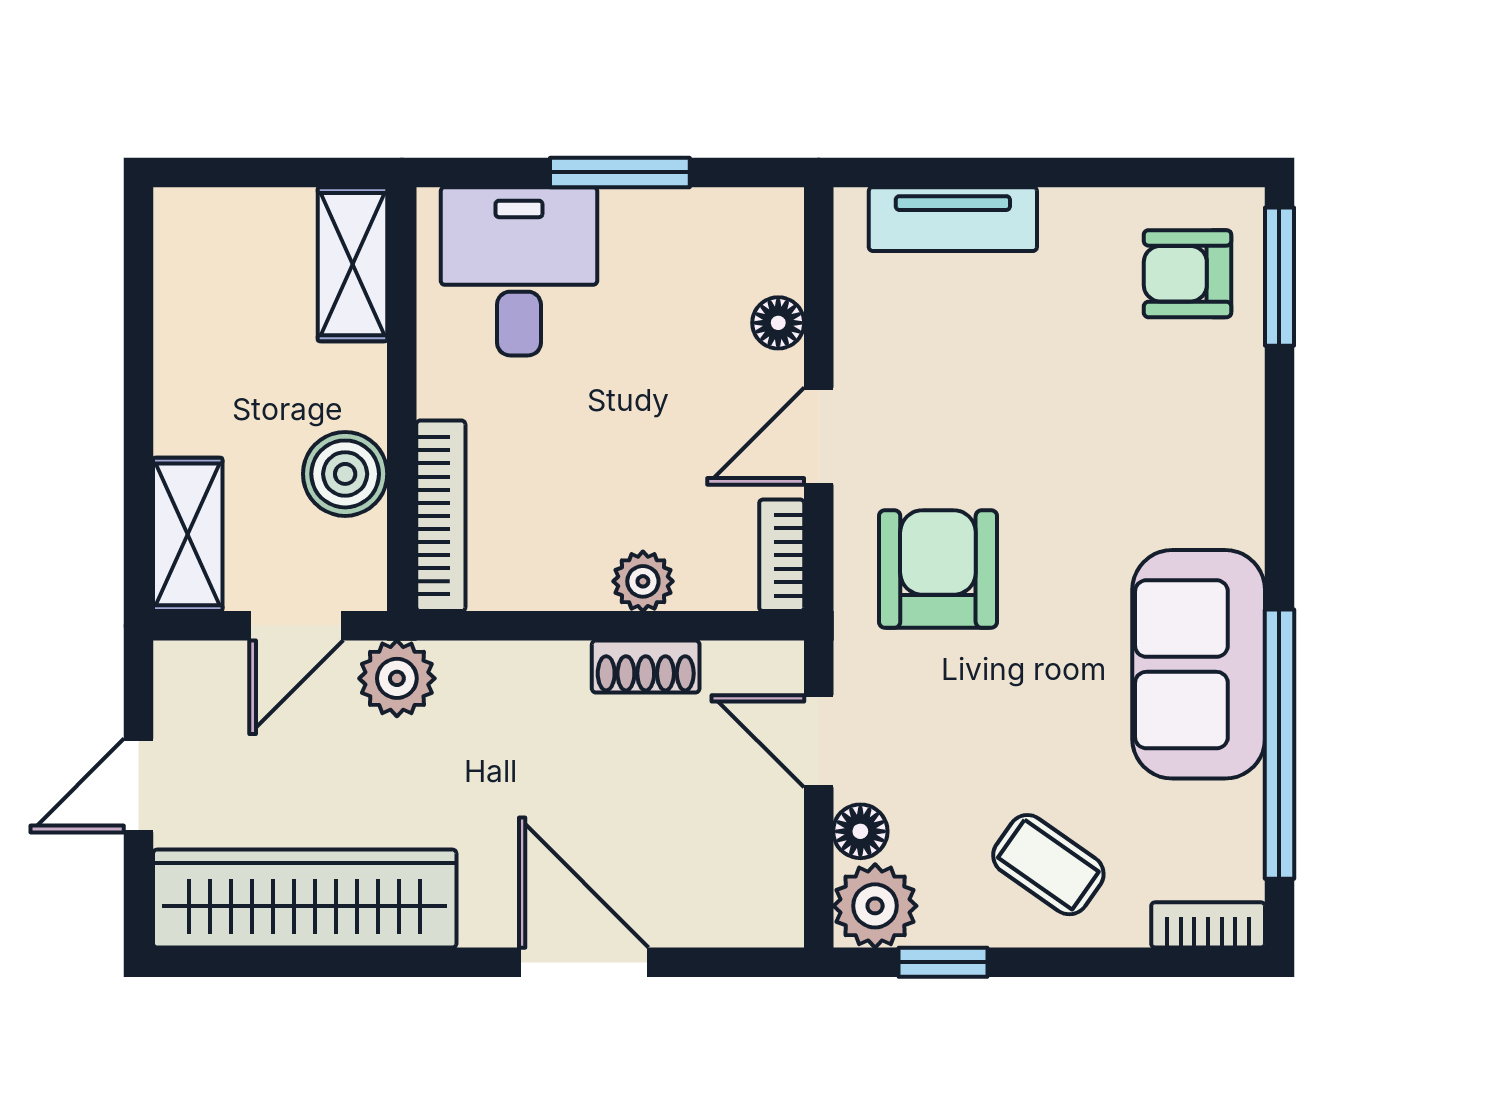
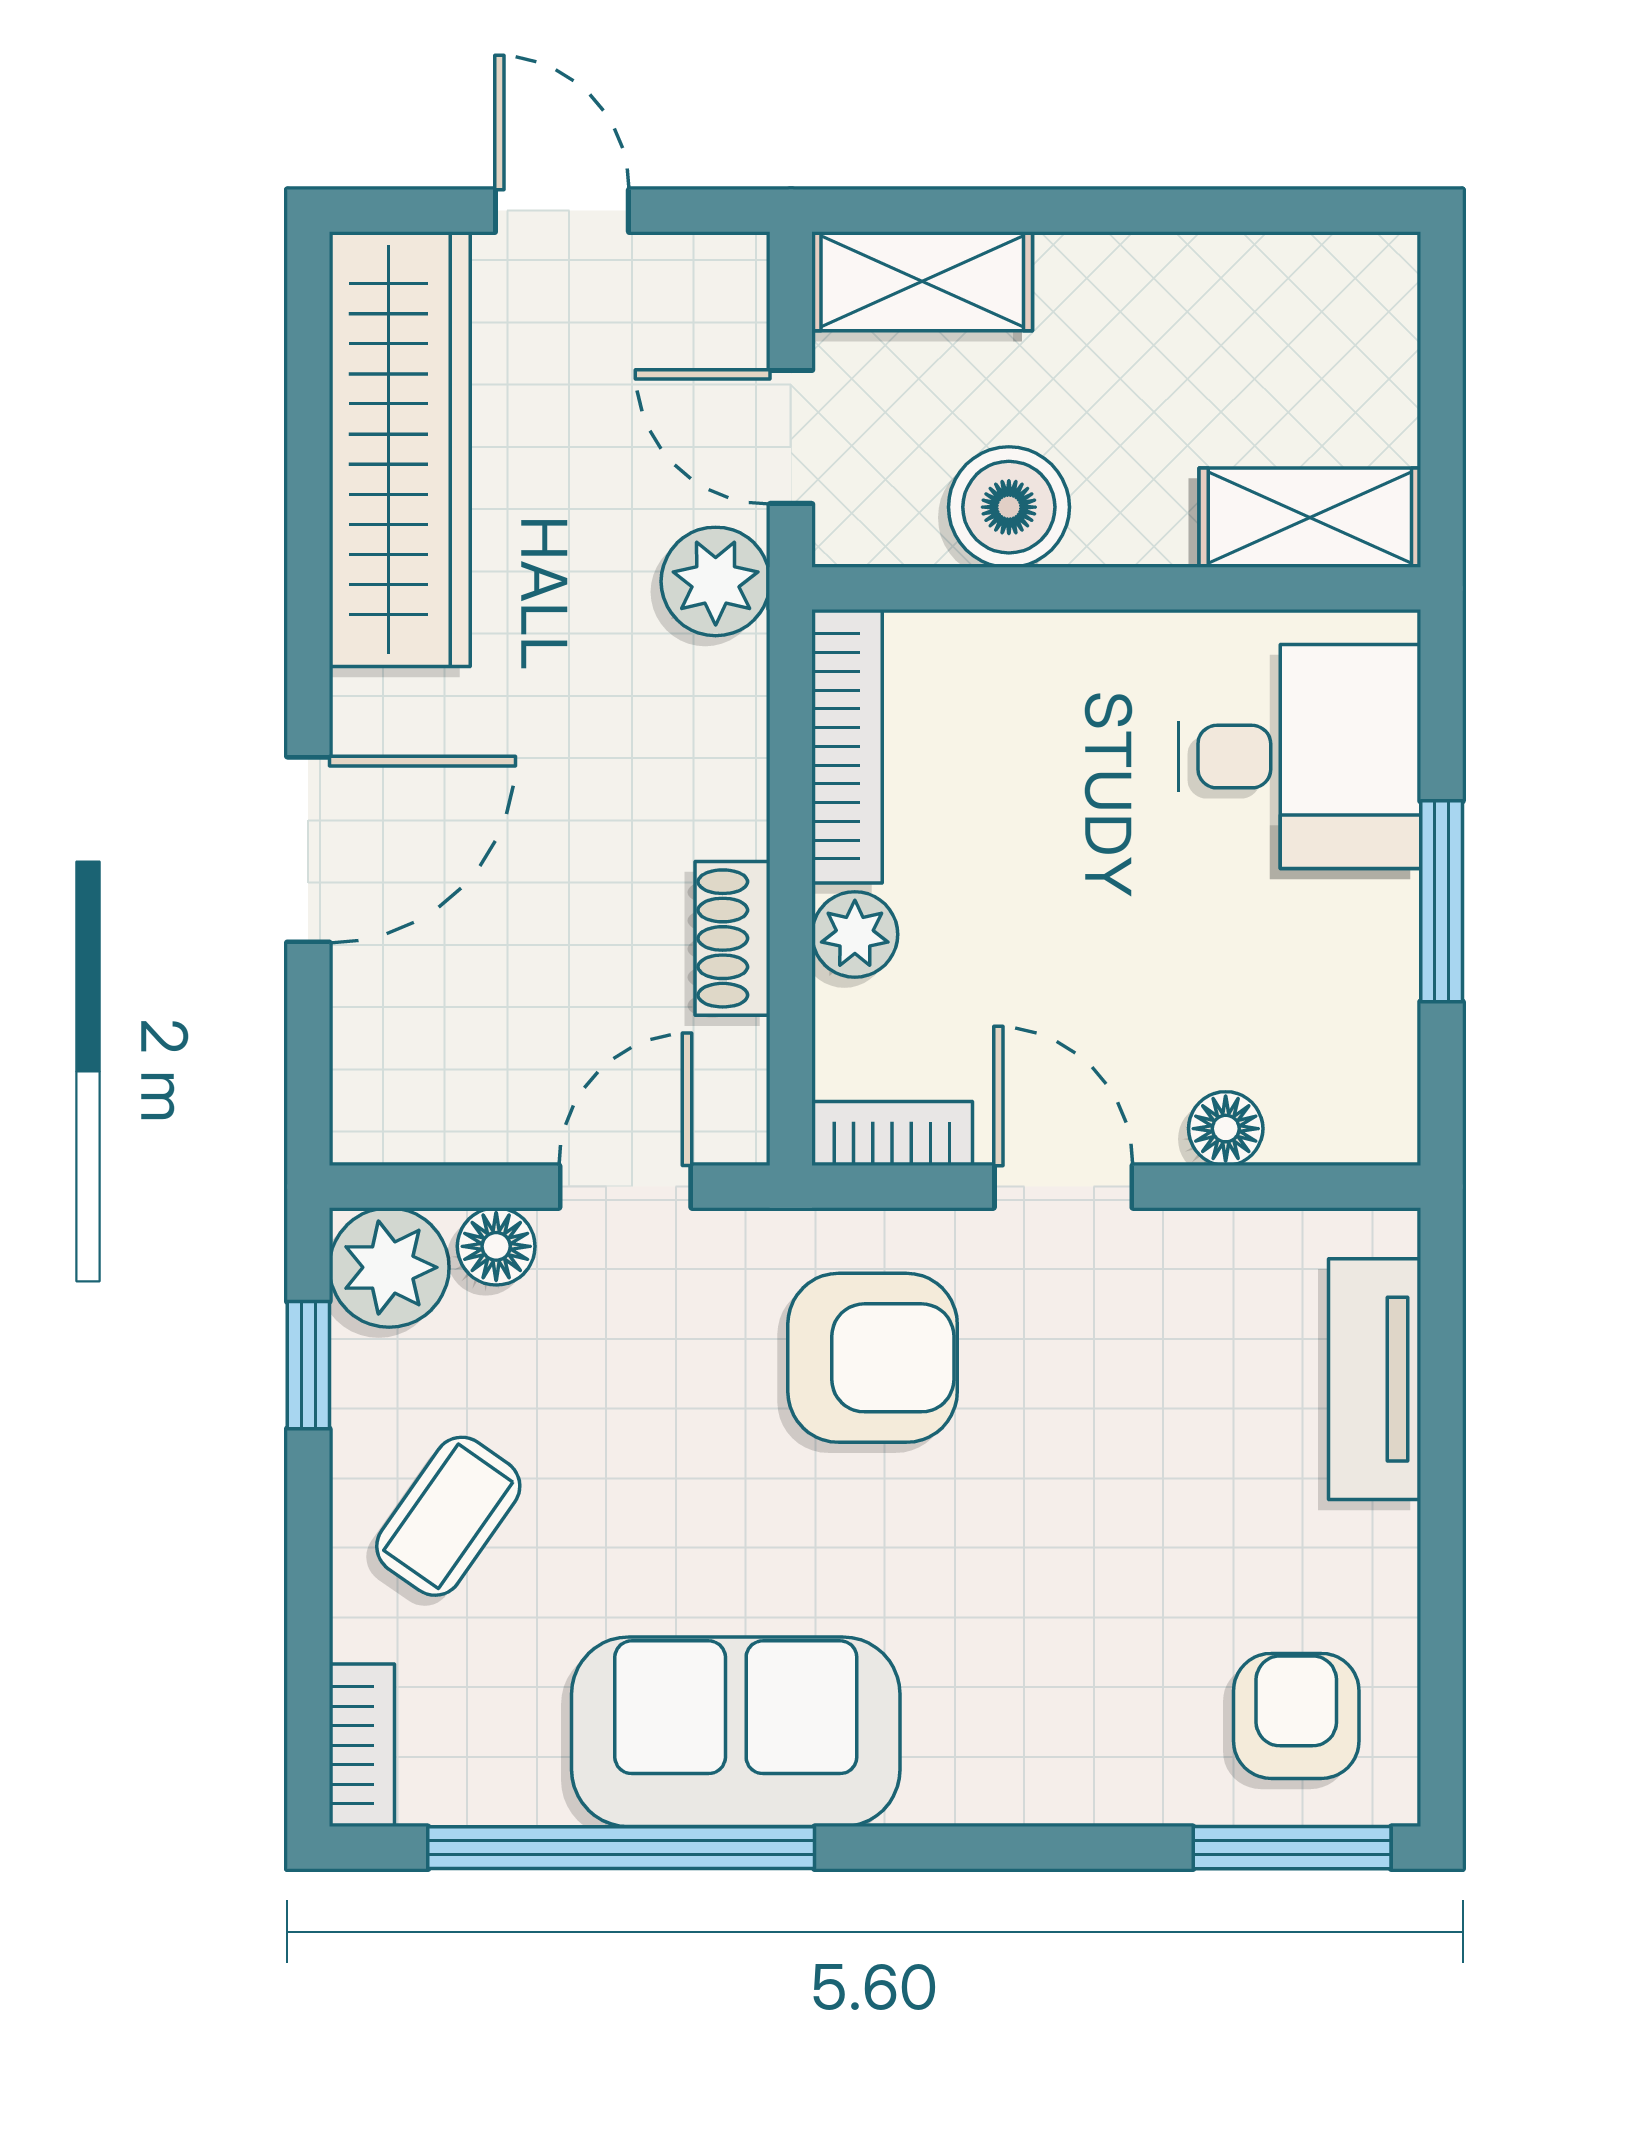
bookcase: (441, 516) -> (847, 746), moved, turned -90

